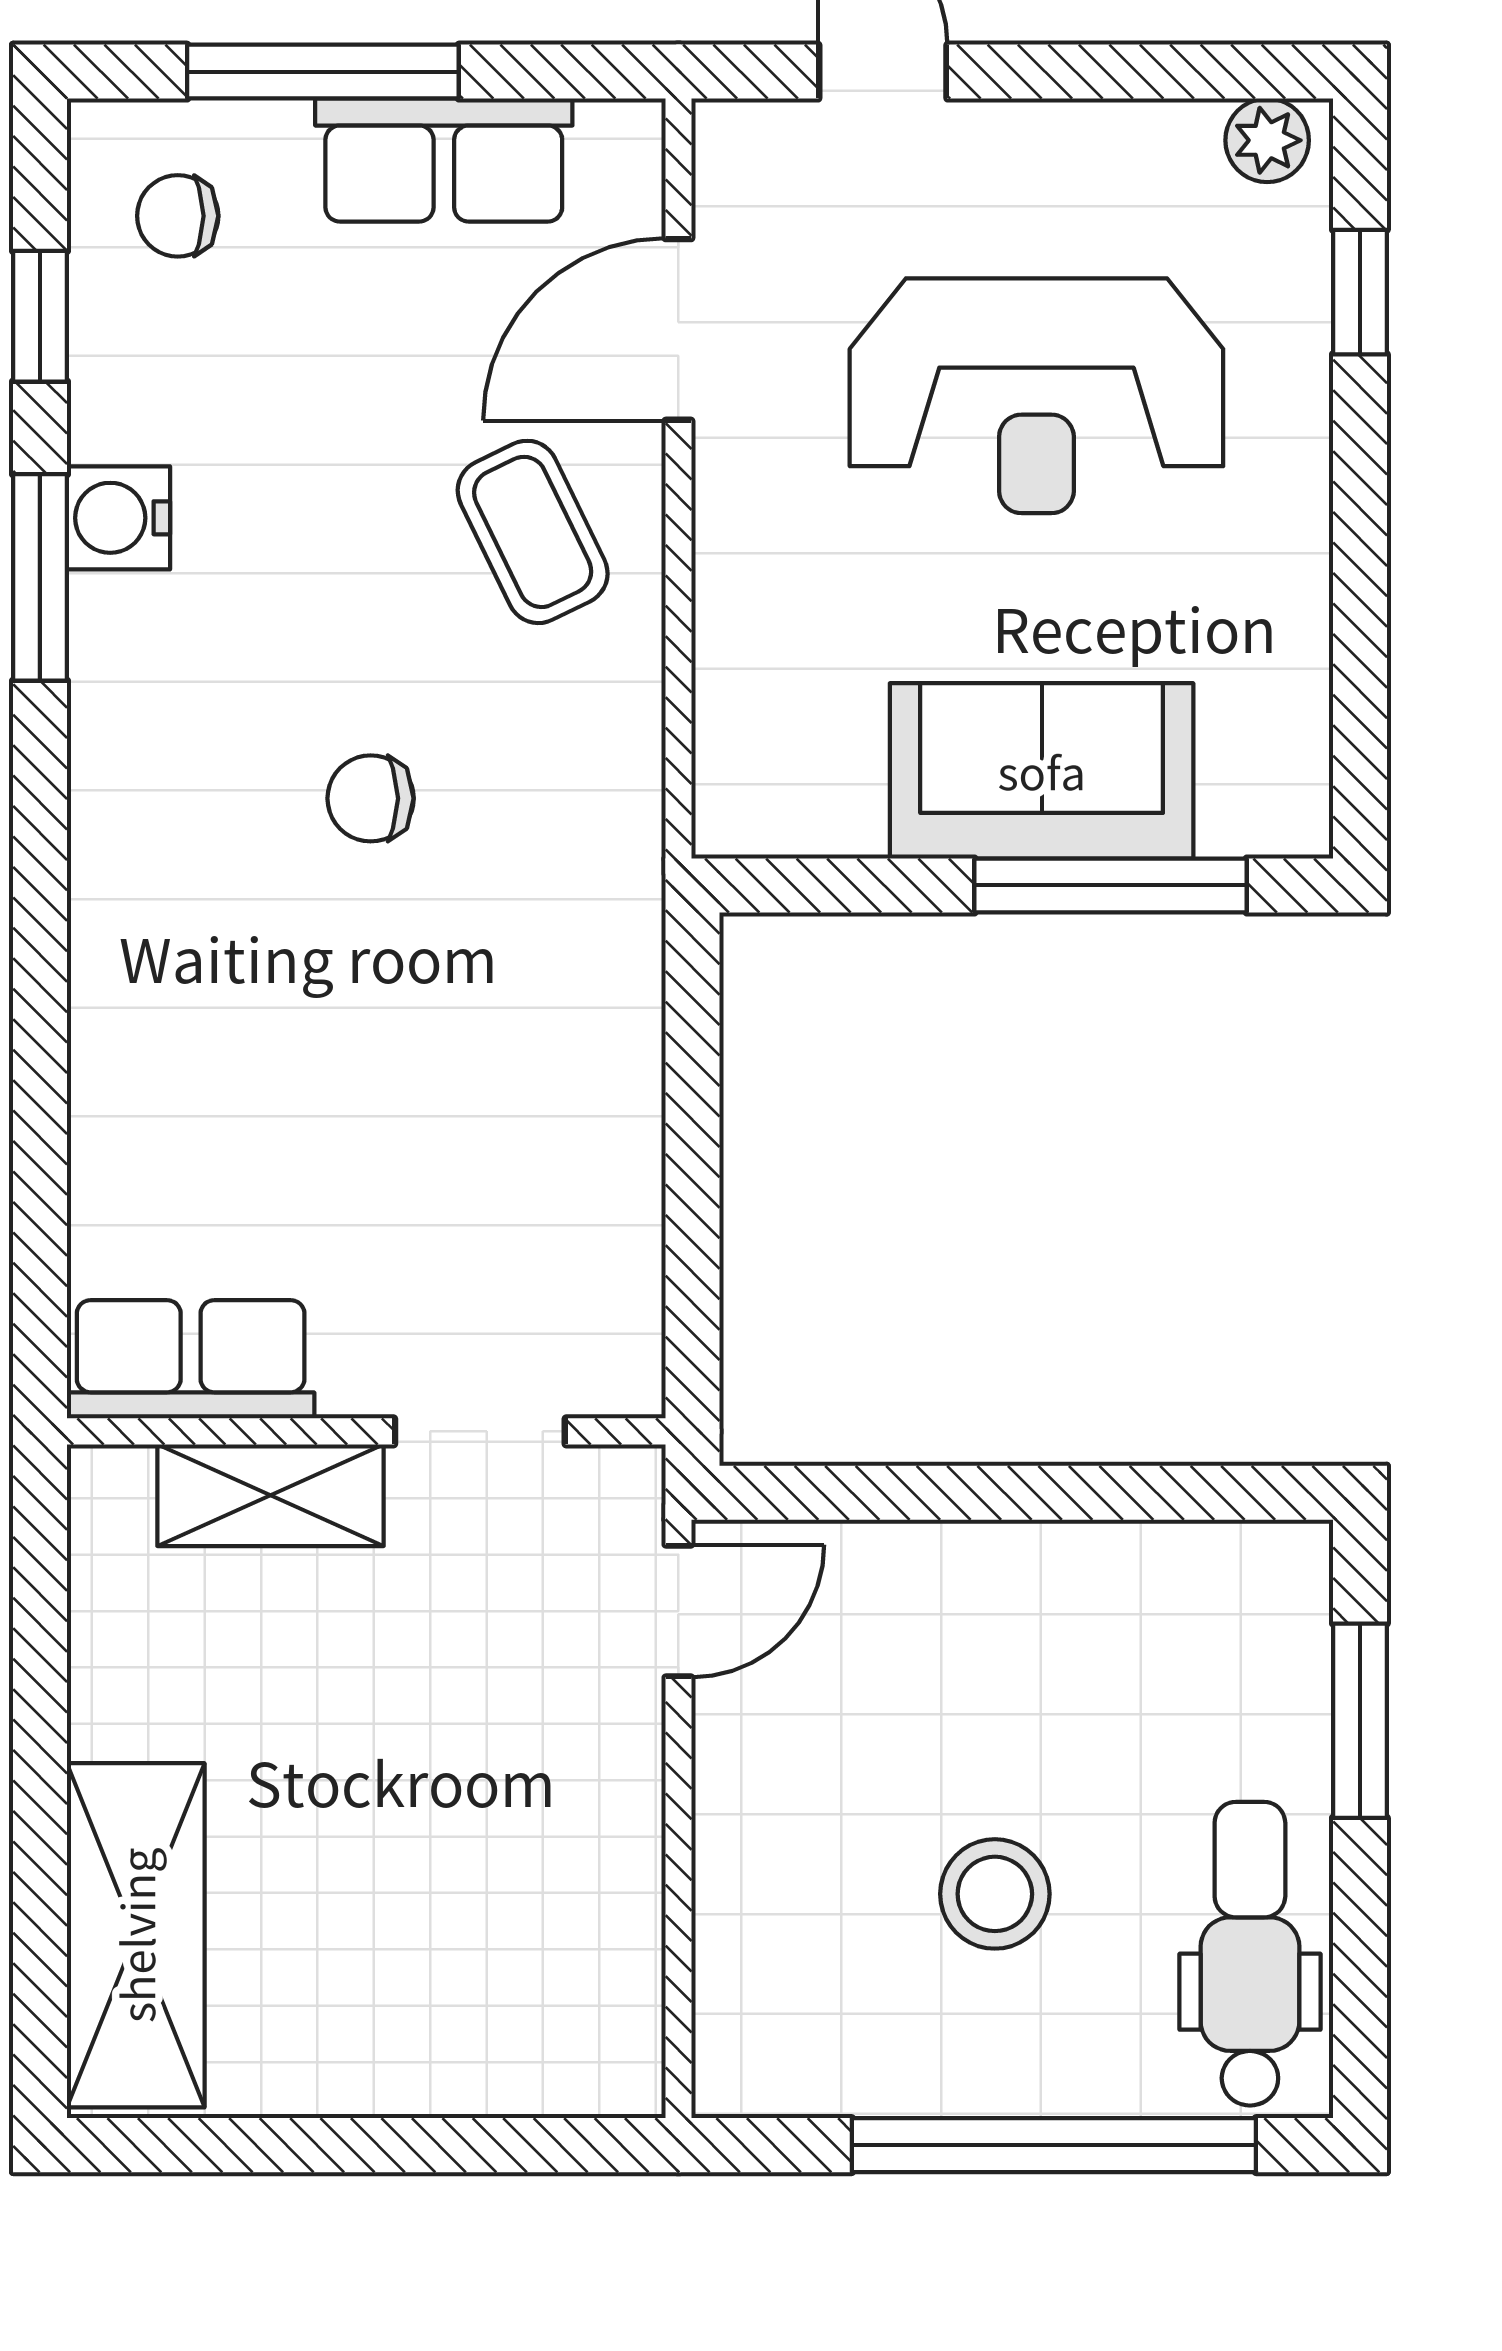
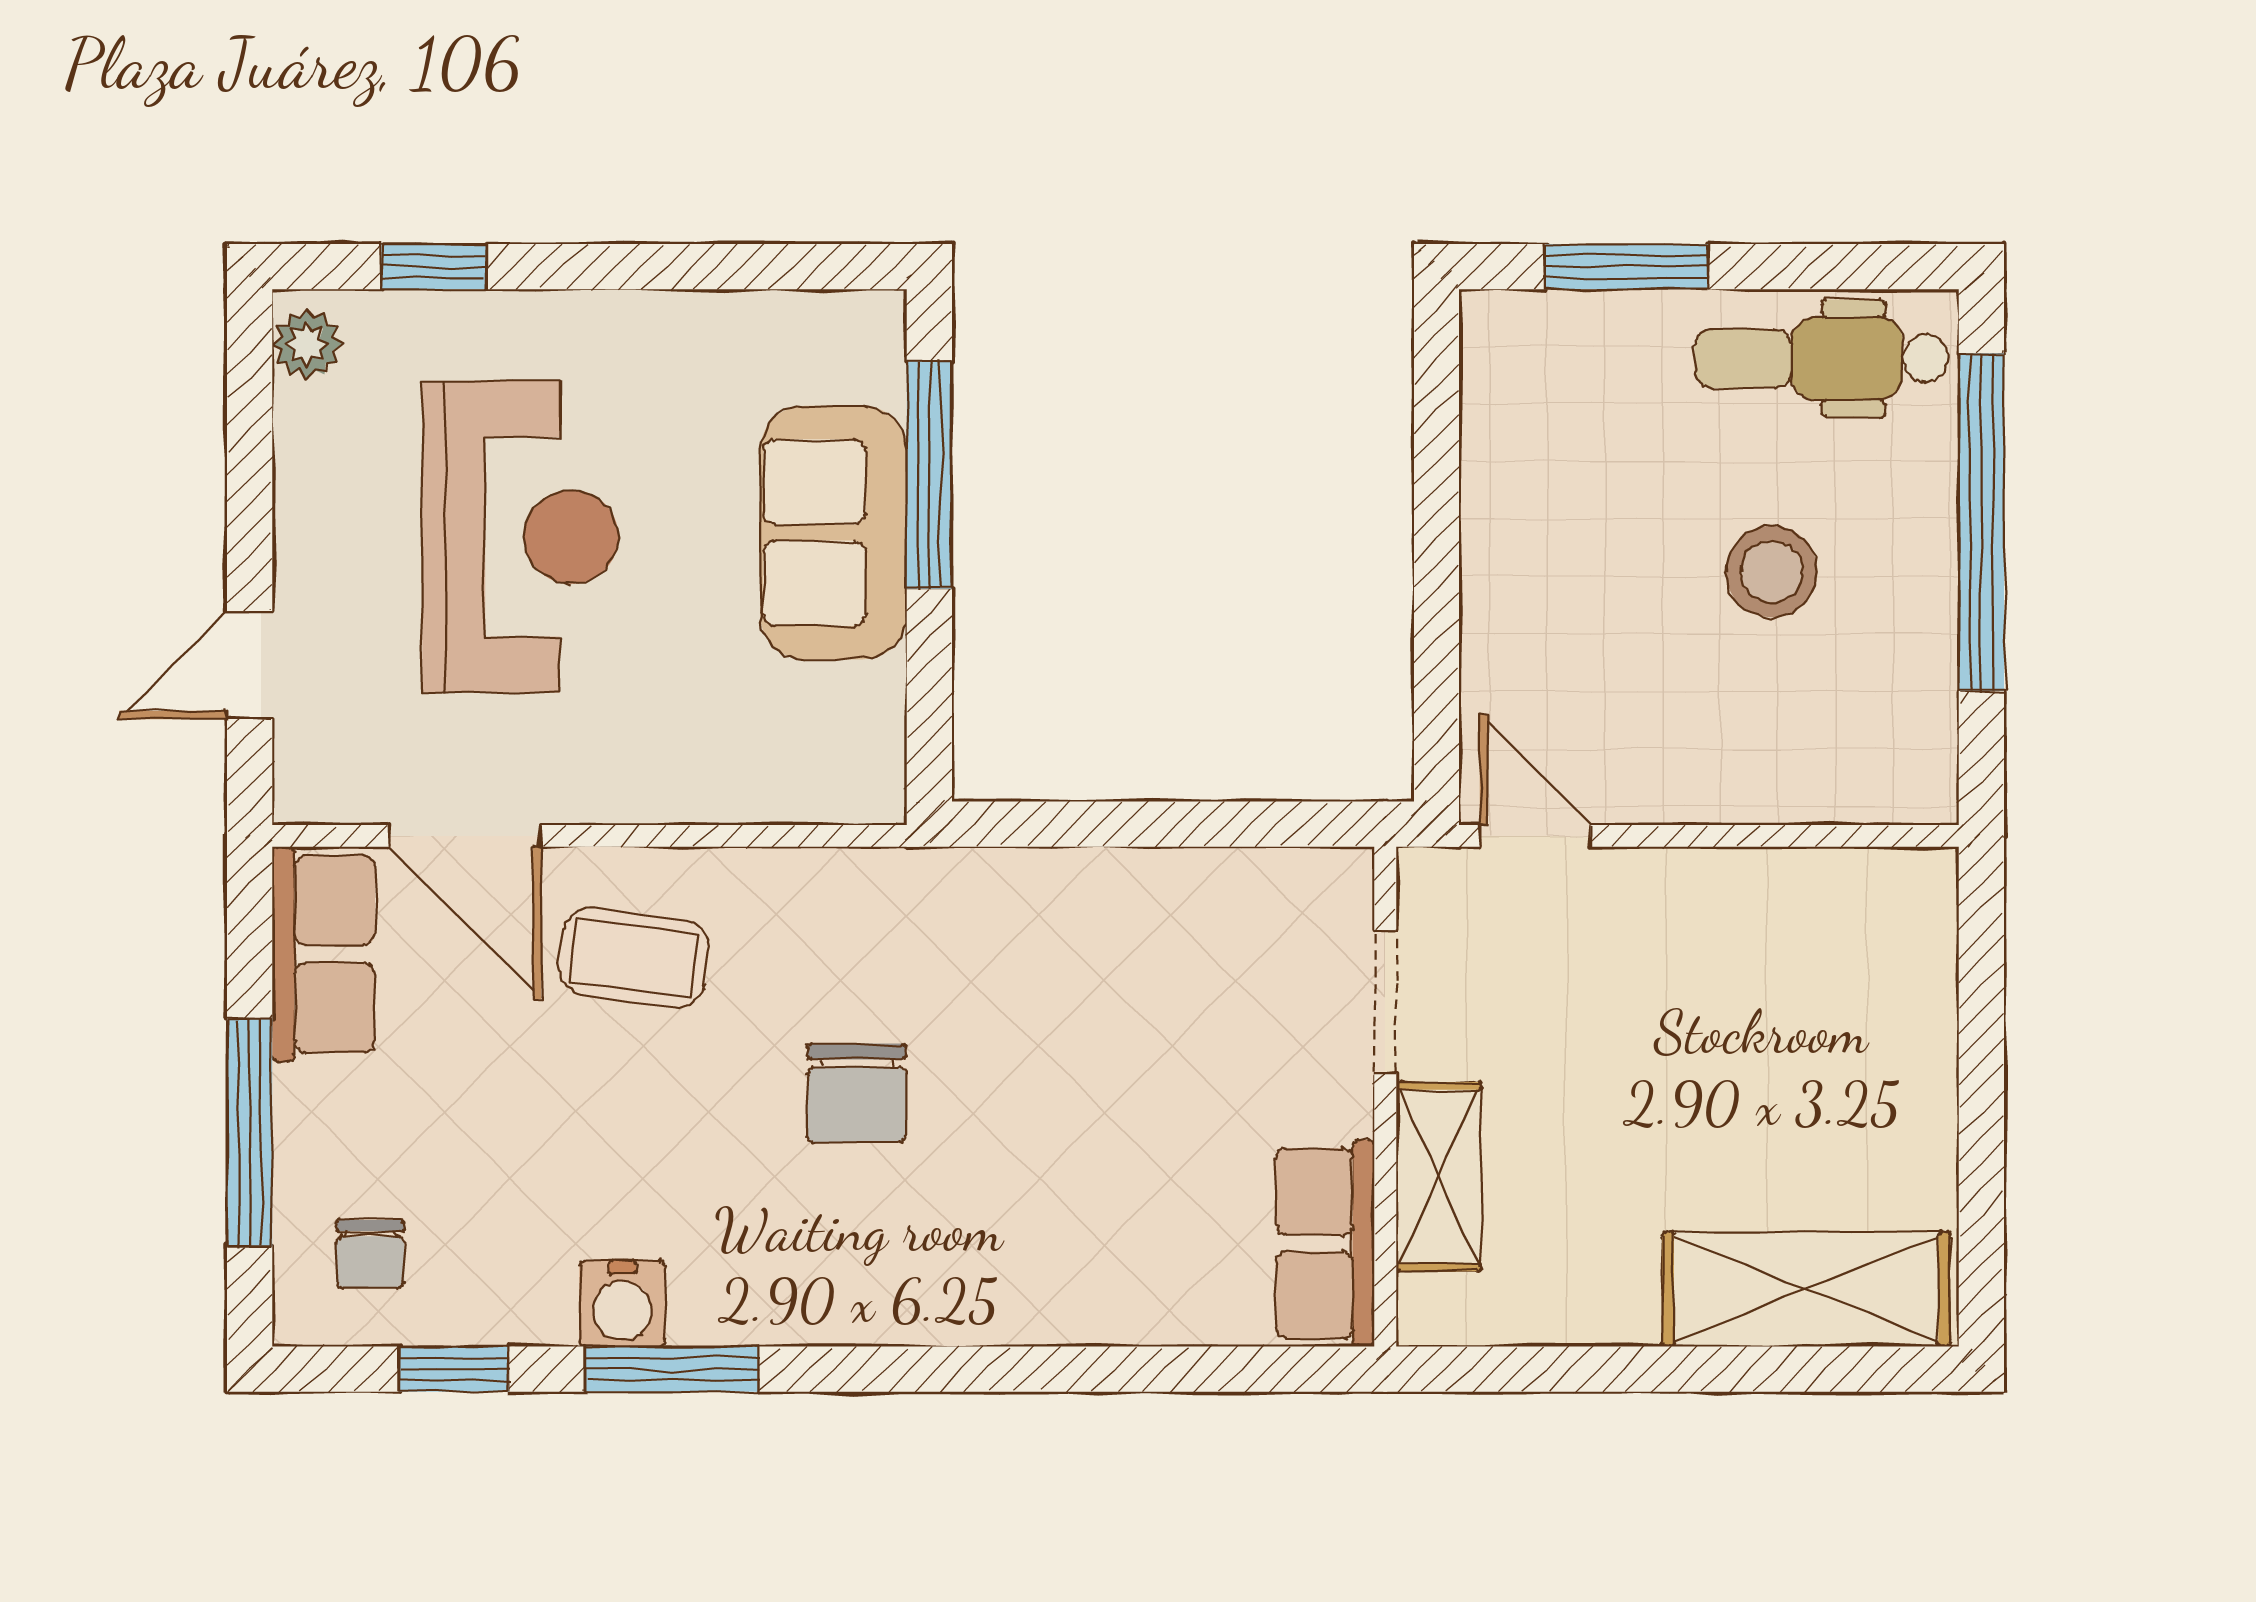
row of seats: (444, 160) -> (323, 954), moved
coffee table: (533, 532) -> (634, 958), turned 34
chair: (371, 798) -> (857, 1093), width x1.37, depth x1.37

